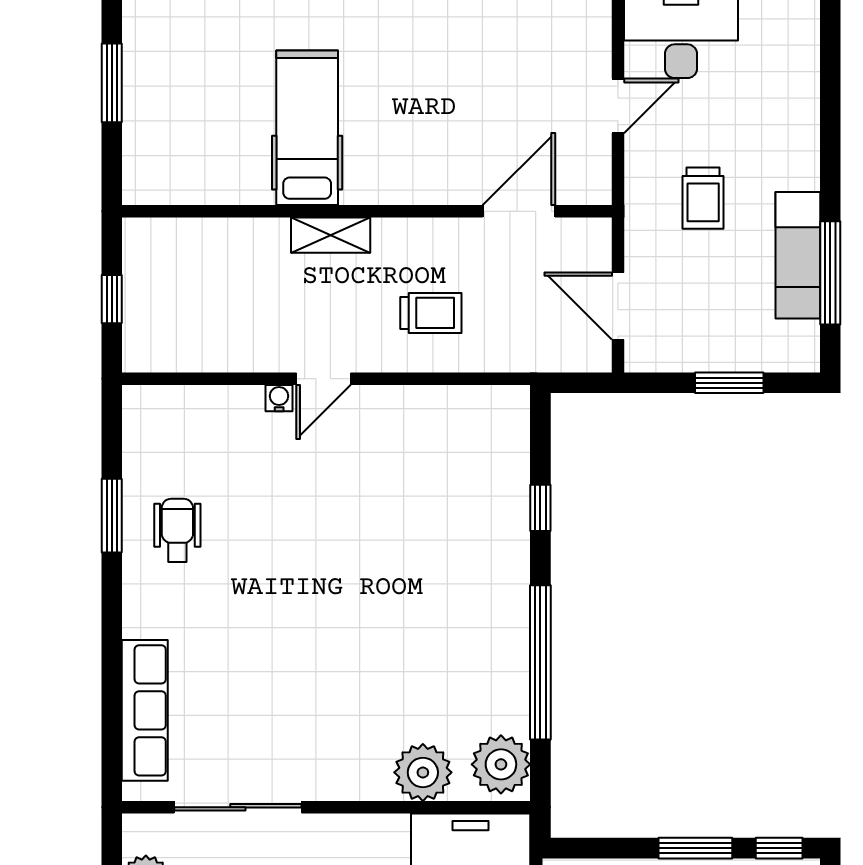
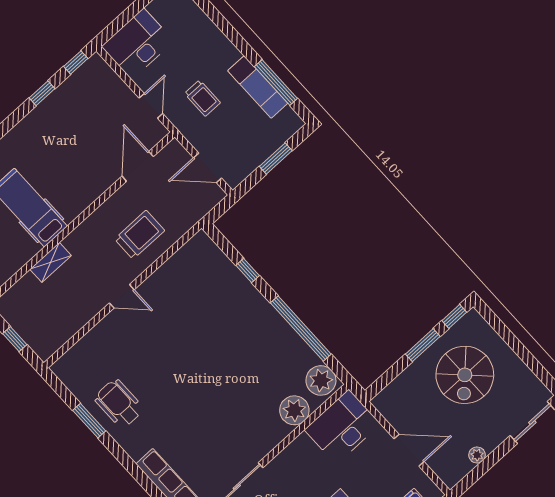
door: (618, 106) -> (151, 106), moved
shelving: (331, 235) -> (51, 262), moved
trolley: (431, 313) -> (140, 235), width x1.36, depth x1.39
door: (323, 379) -> (122, 296), hinge flipped
water cooler: (279, 398) -> (112, 319), removed
wheelchair: (177, 530) -> (119, 404), width x1.36, depth x1.37

